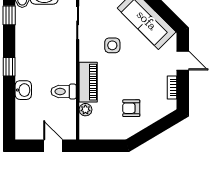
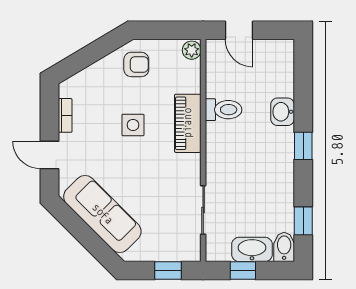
side table: (112, 45) -> (133, 125), moved
armchair: (131, 108) -> (136, 64), moved
plant: (85, 110) -> (192, 50), moved

